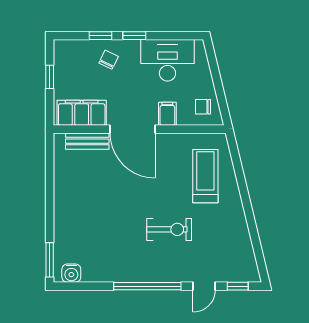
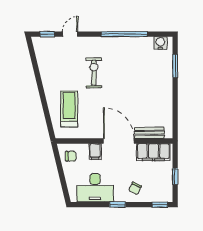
window: (100, 36) -> (160, 205), moved
treadmill: (205, 176) -> (69, 109), turned 180
exercise bike: (169, 229) -> (94, 73), turned 90
window: (50, 260) -> (175, 66), moved
window: (147, 286) -> (124, 34), moved

